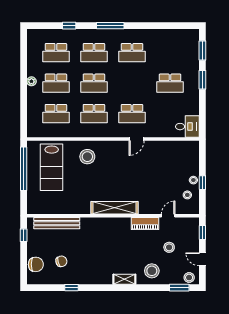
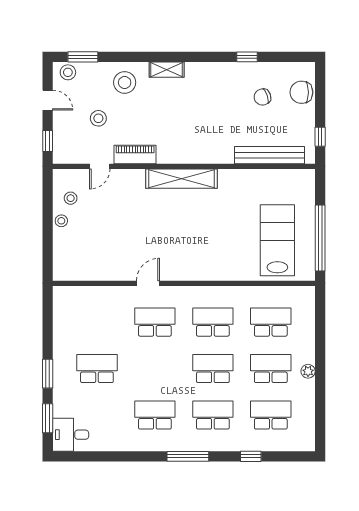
desk: (187, 127) -> (71, 435), moved
stool: (87, 157) -> (223, 257), removed
window: (202, 183) -> (48, 217), removed

